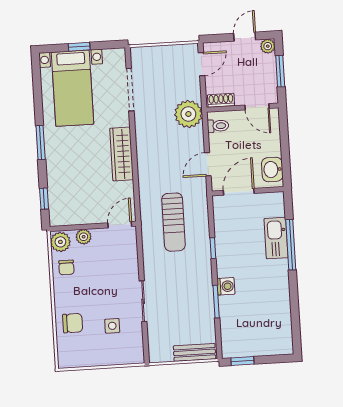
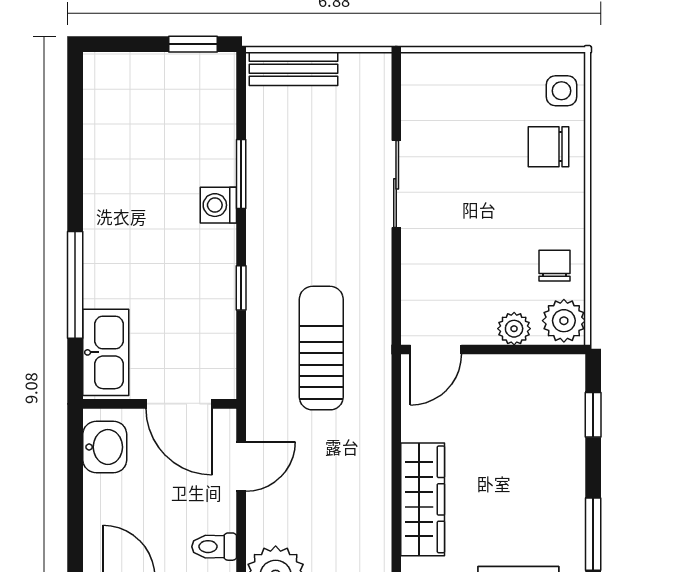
door: (239, 192) -> (179, 404), hinge flipped
kitchen sink: (276, 238) -> (106, 352), moved
side table: (112, 326) -> (561, 91), moved

